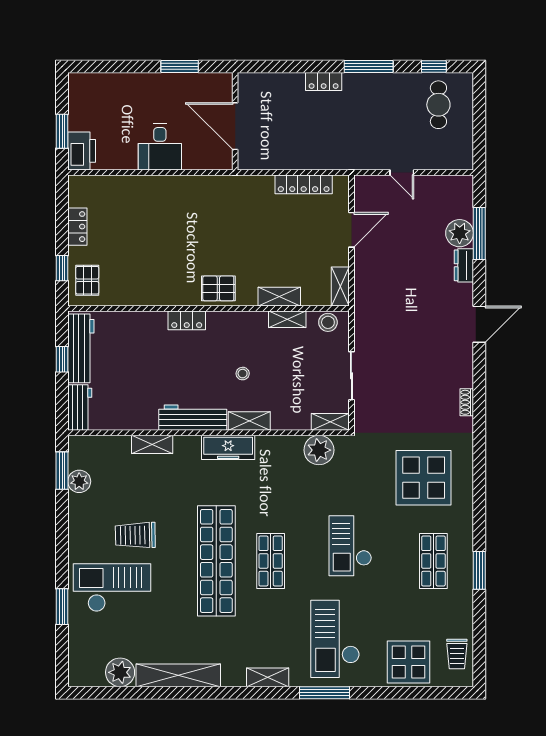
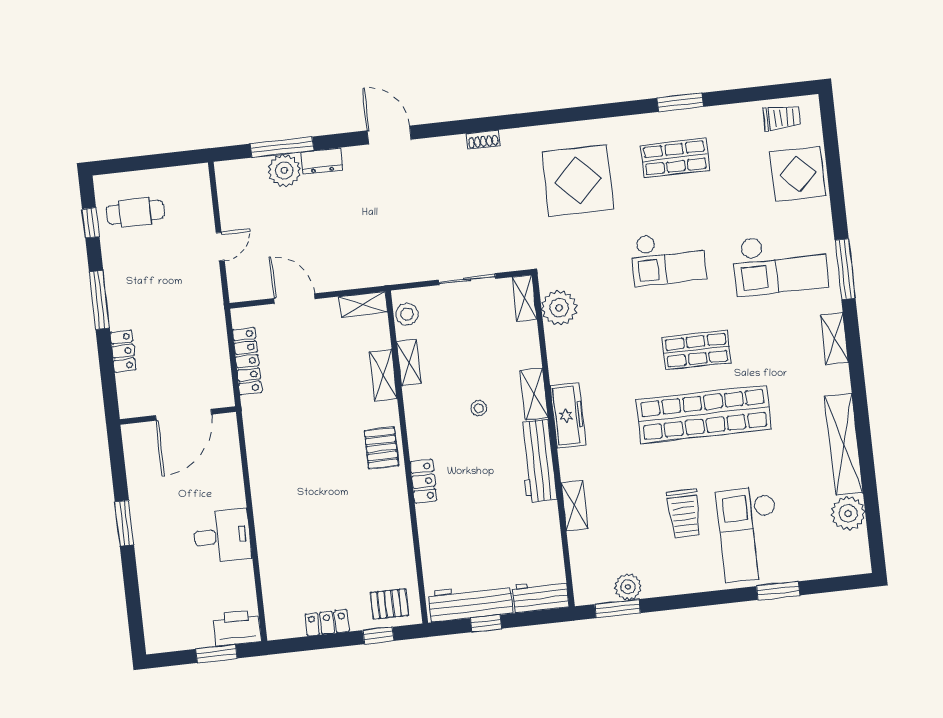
wall: (235, 121) -> (178, 415), moved
door: (235, 126) -> (184, 415), moved

